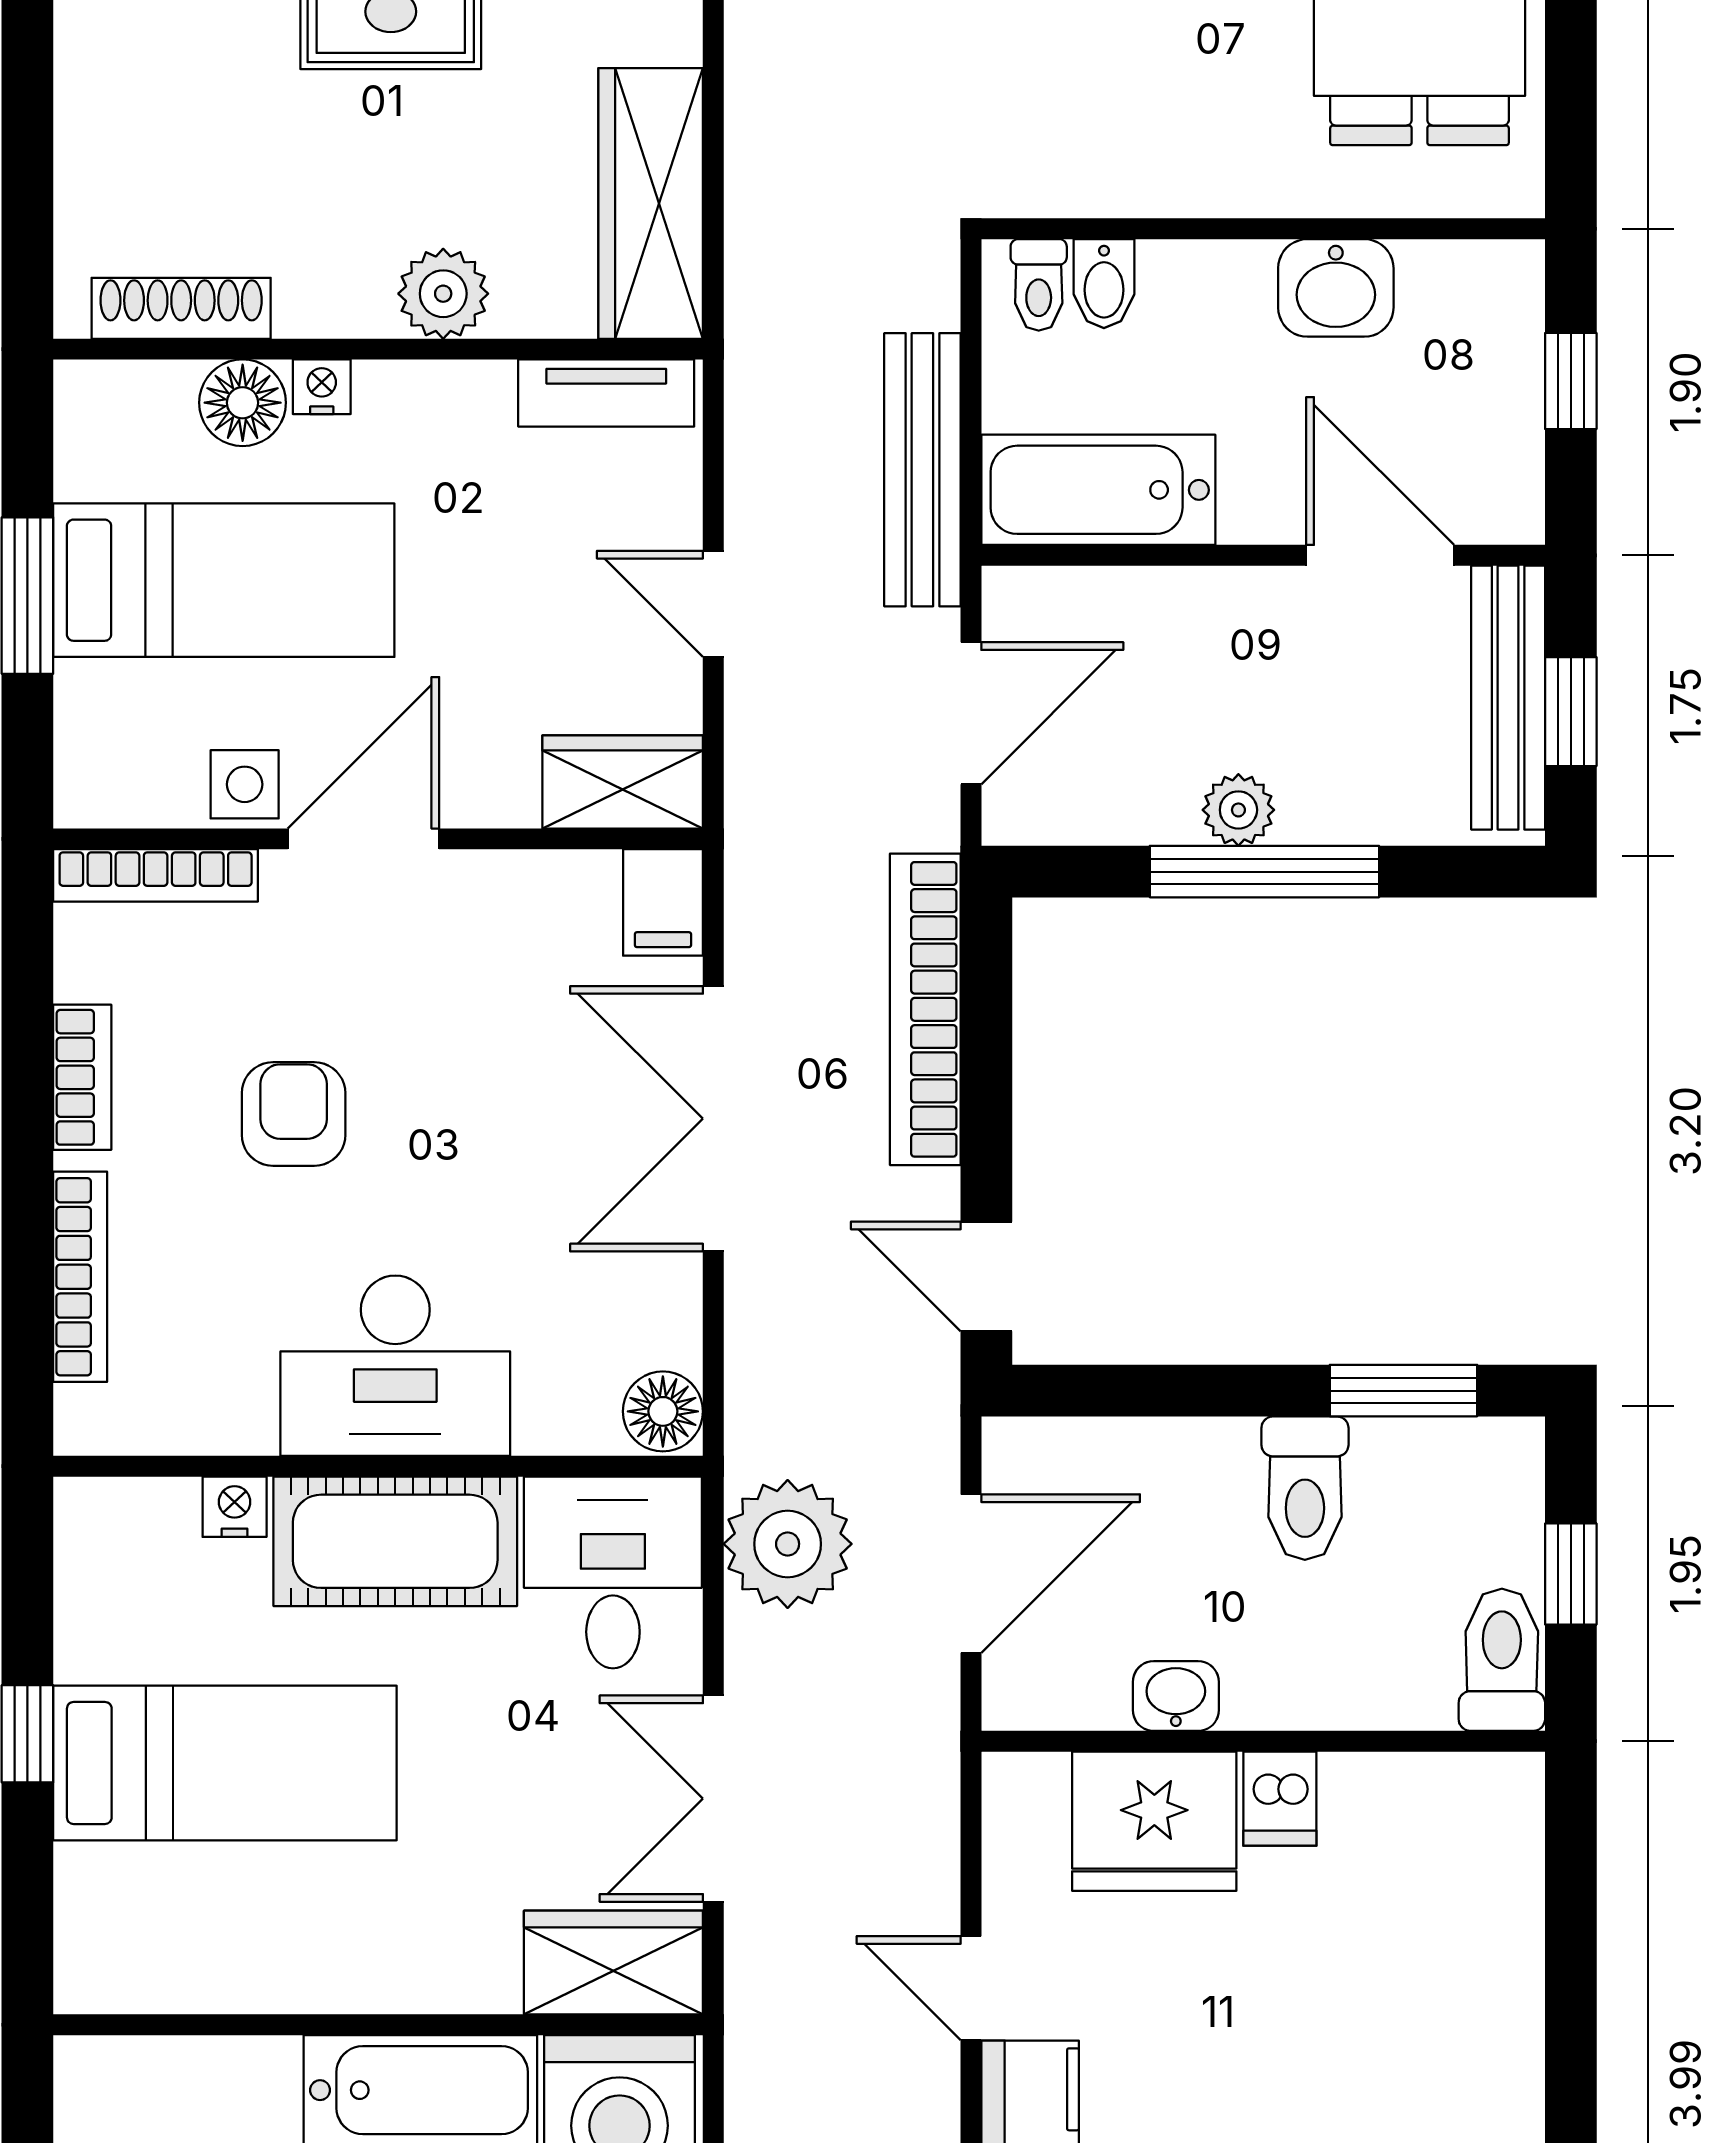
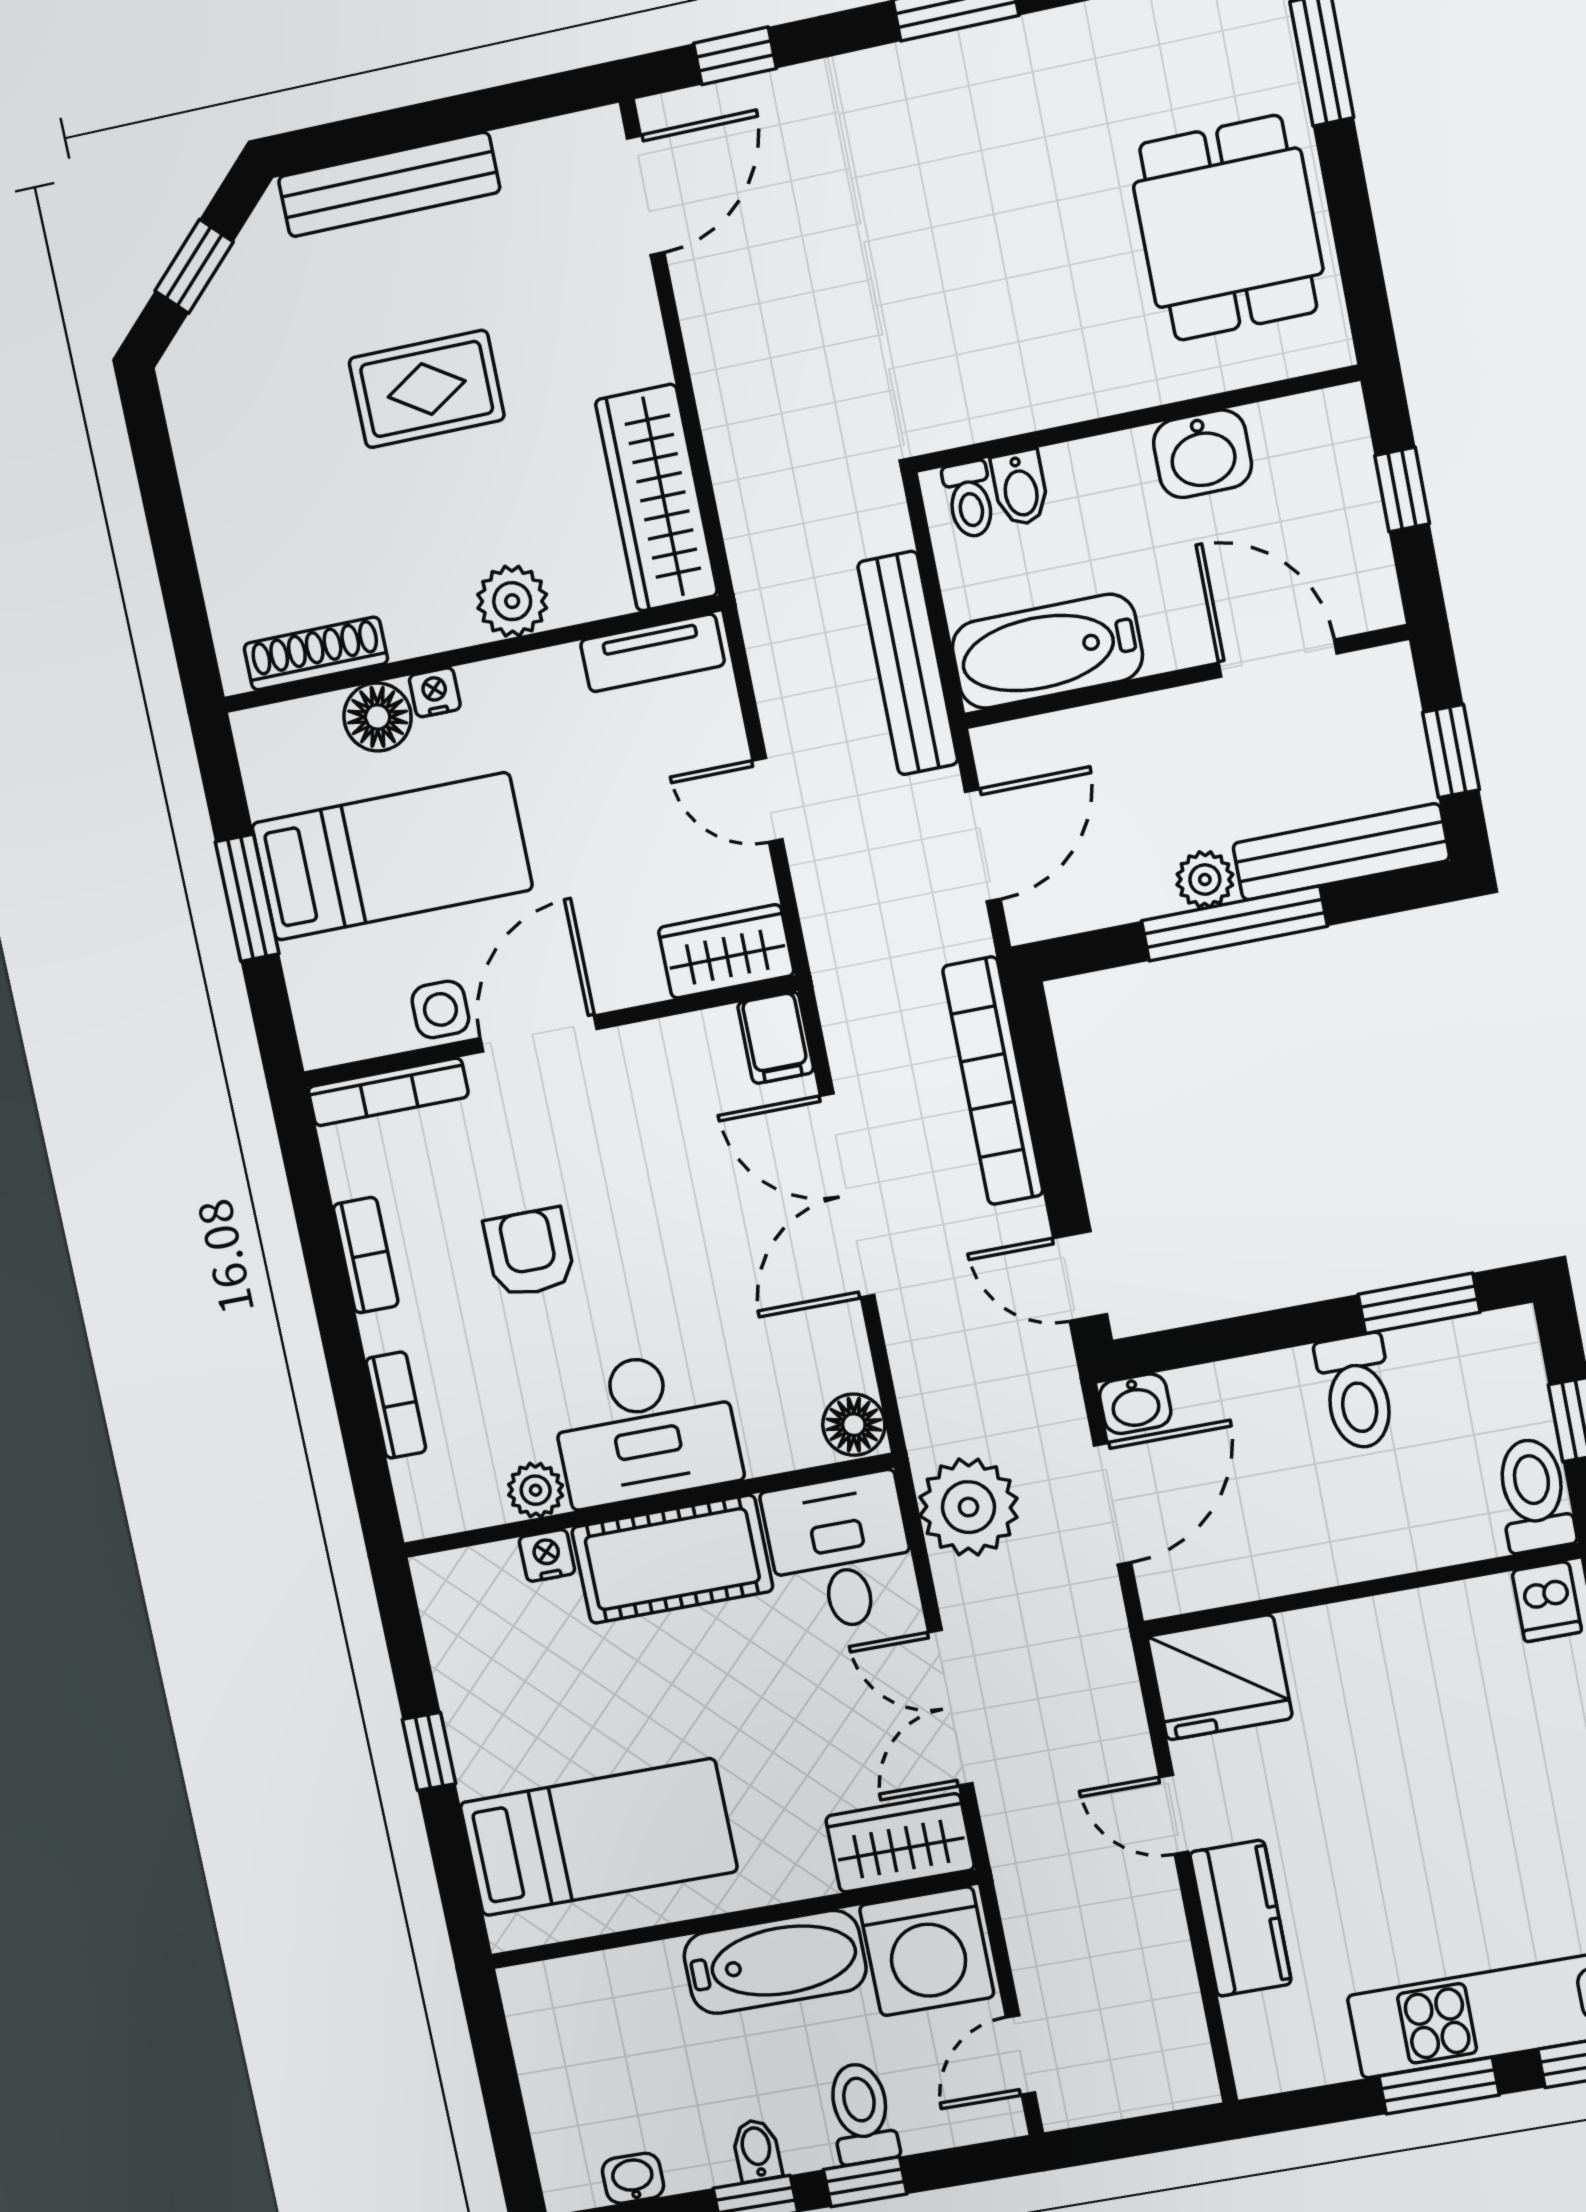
bench: (1508, 698) -> (1341, 852), moved, turned 90
bookcase: (80, 1277) -> (396, 1405), width x0.64
plant: (238, 1420) -> (536, 1490), added
washbasin: (1176, 1696) -> (1135, 1404), moved, turned 180
bed: (225, 1763) -> (599, 1837), moved
dishwasher: (1280, 1799) -> (1547, 1602), moved
fridge: (1154, 1821) -> (1220, 1677), moved

